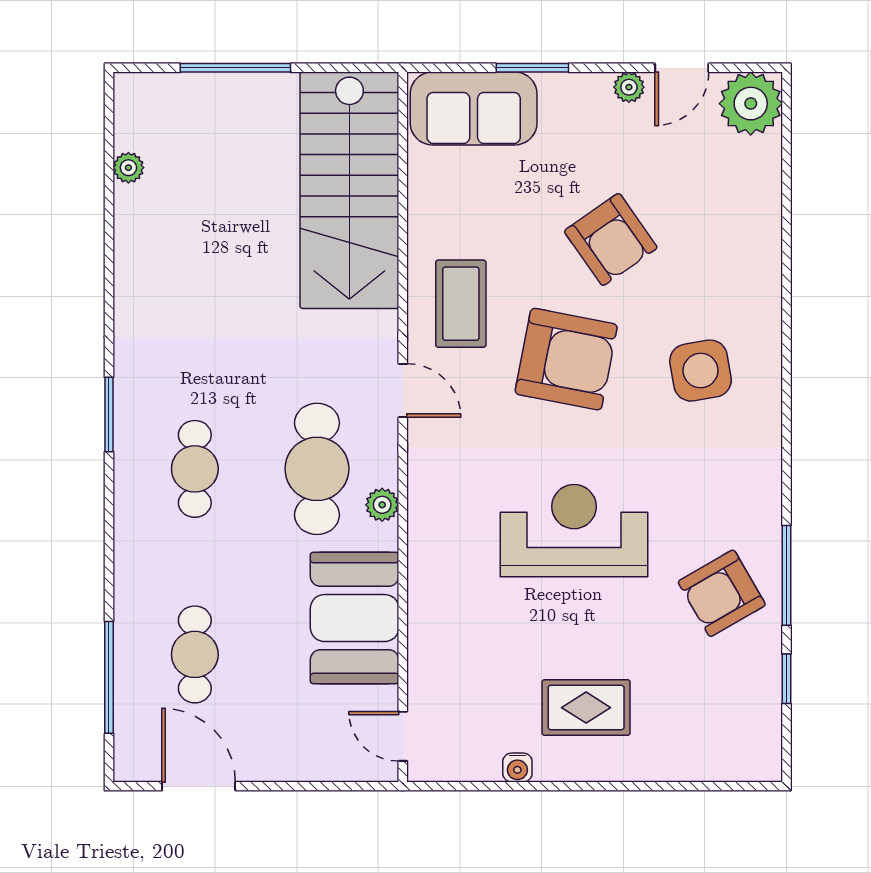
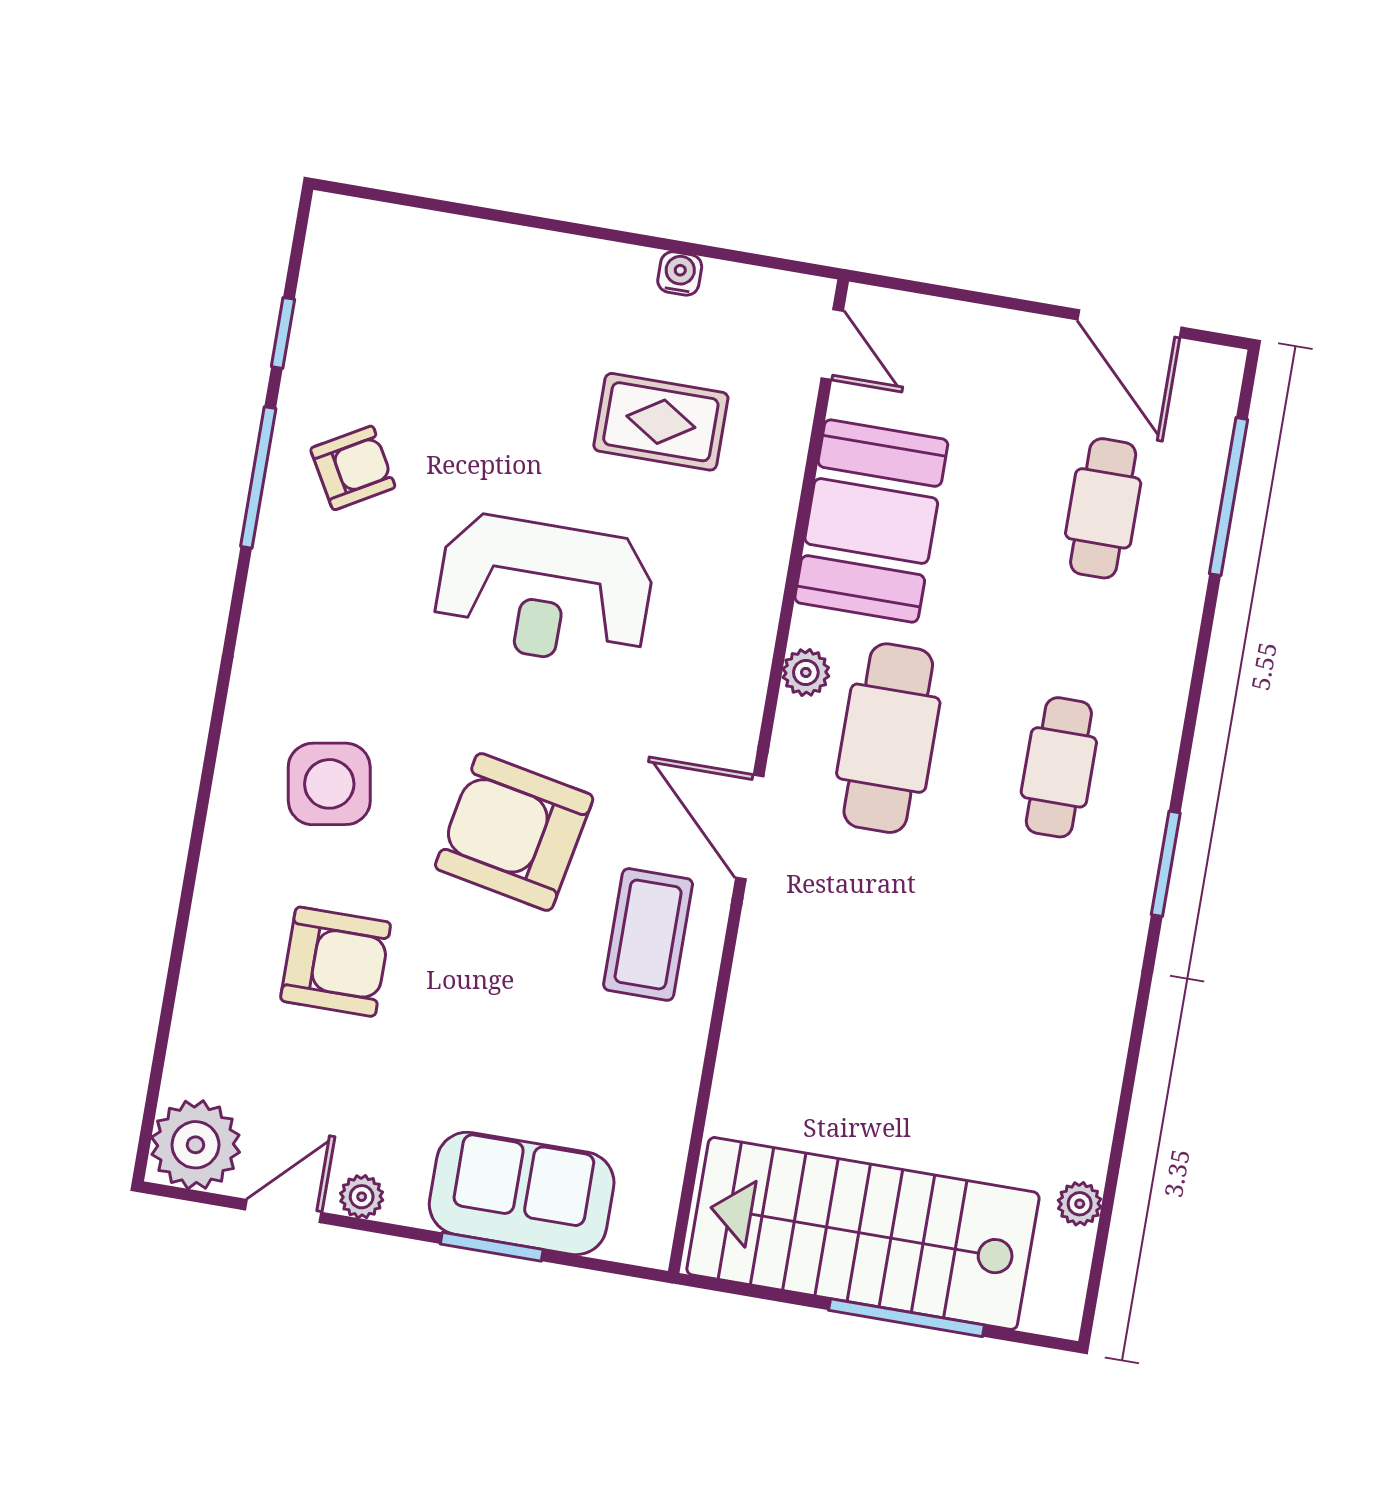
sofa: (474, 108) -> (522, 1193), moved
stairs: (349, 190) -> (863, 1233), moved, turned -90
armchair: (611, 239) -> (336, 962), moved, turned 125
door: (403, 390) -> (750, 827), width x1.38
armchair: (722, 593) -> (353, 468), width x0.72, depth x0.72
rug: (586, 708) -> (661, 422), moved

